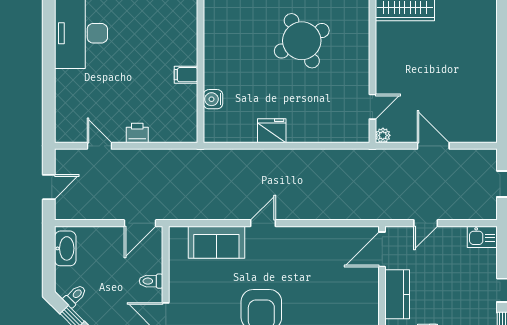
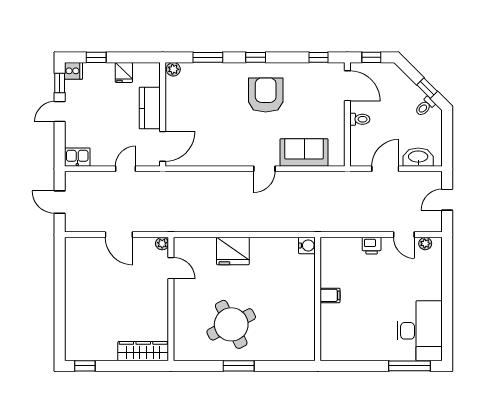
water cooler: (213, 99) -> (307, 245), moved
door: (372, 107) -> (171, 268), swing flipped
fridge: (272, 131) -> (233, 251), moved, width x1.36, depth x1.34
plant: (74, 135) -> (425, 244), added
door: (140, 223) -> (385, 169), moved
washbasin: (65, 248) -> (418, 157), moved, turned 90

